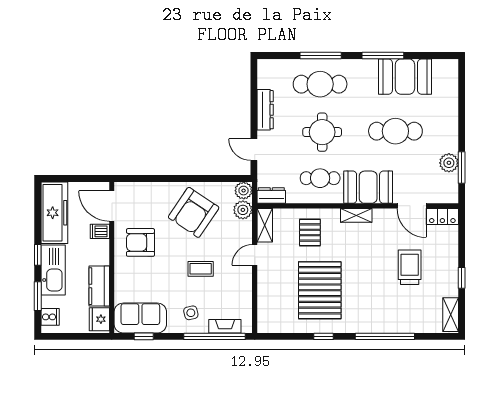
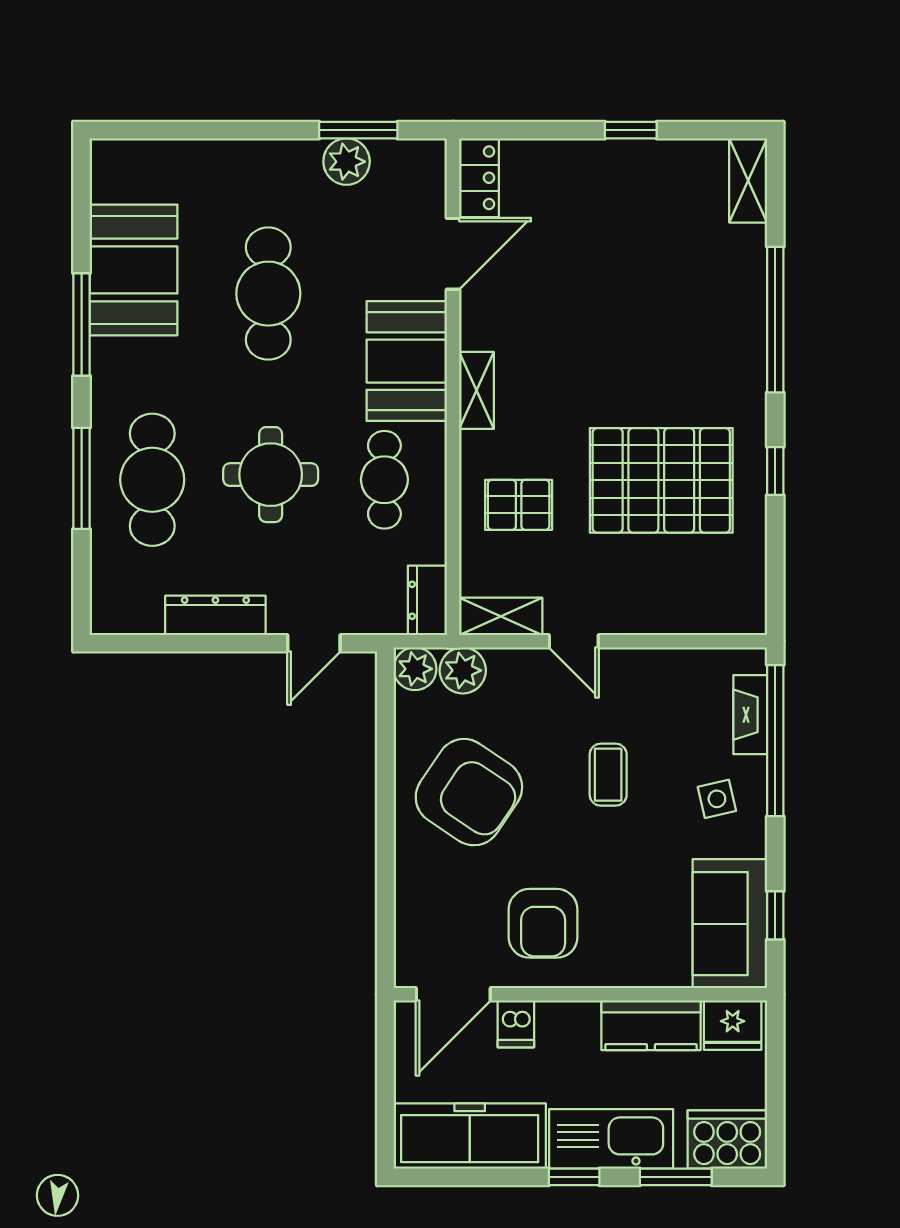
trolley: (410, 267) -> (604, 259), removed
shelving: (451, 315) -> (748, 180), moved, turned 90
cooker: (50, 317) -> (727, 1140), width x1.87, depth x1.31

